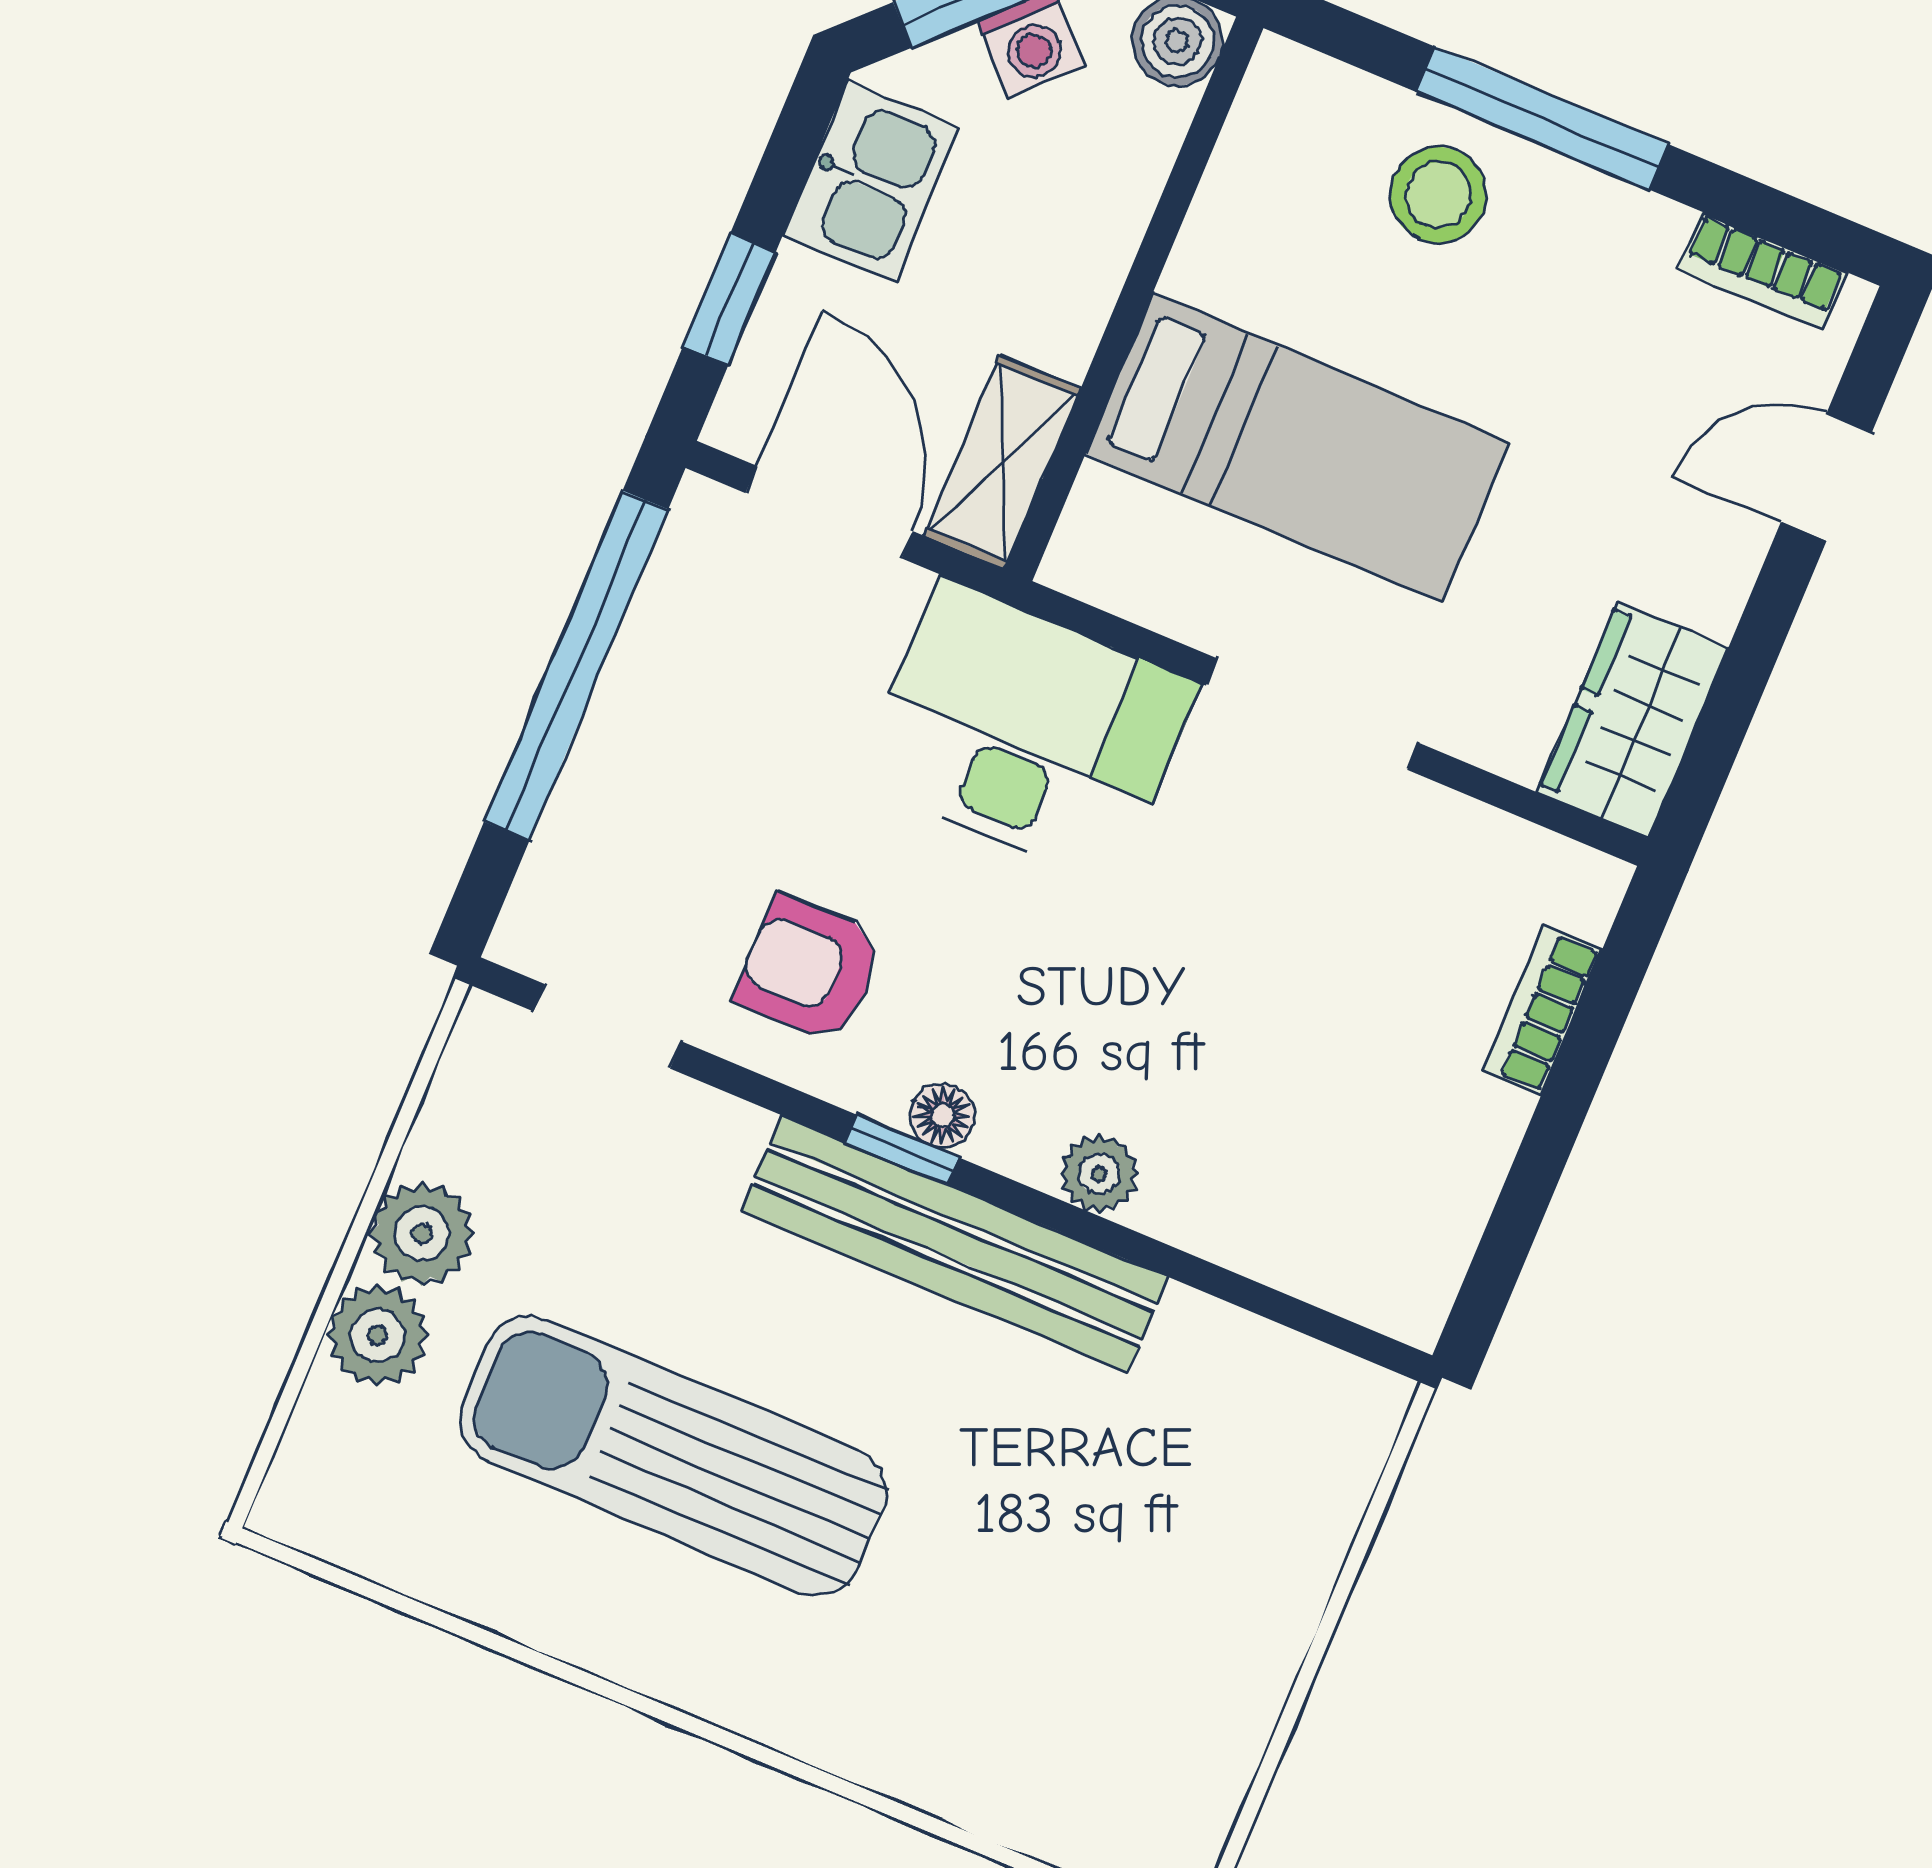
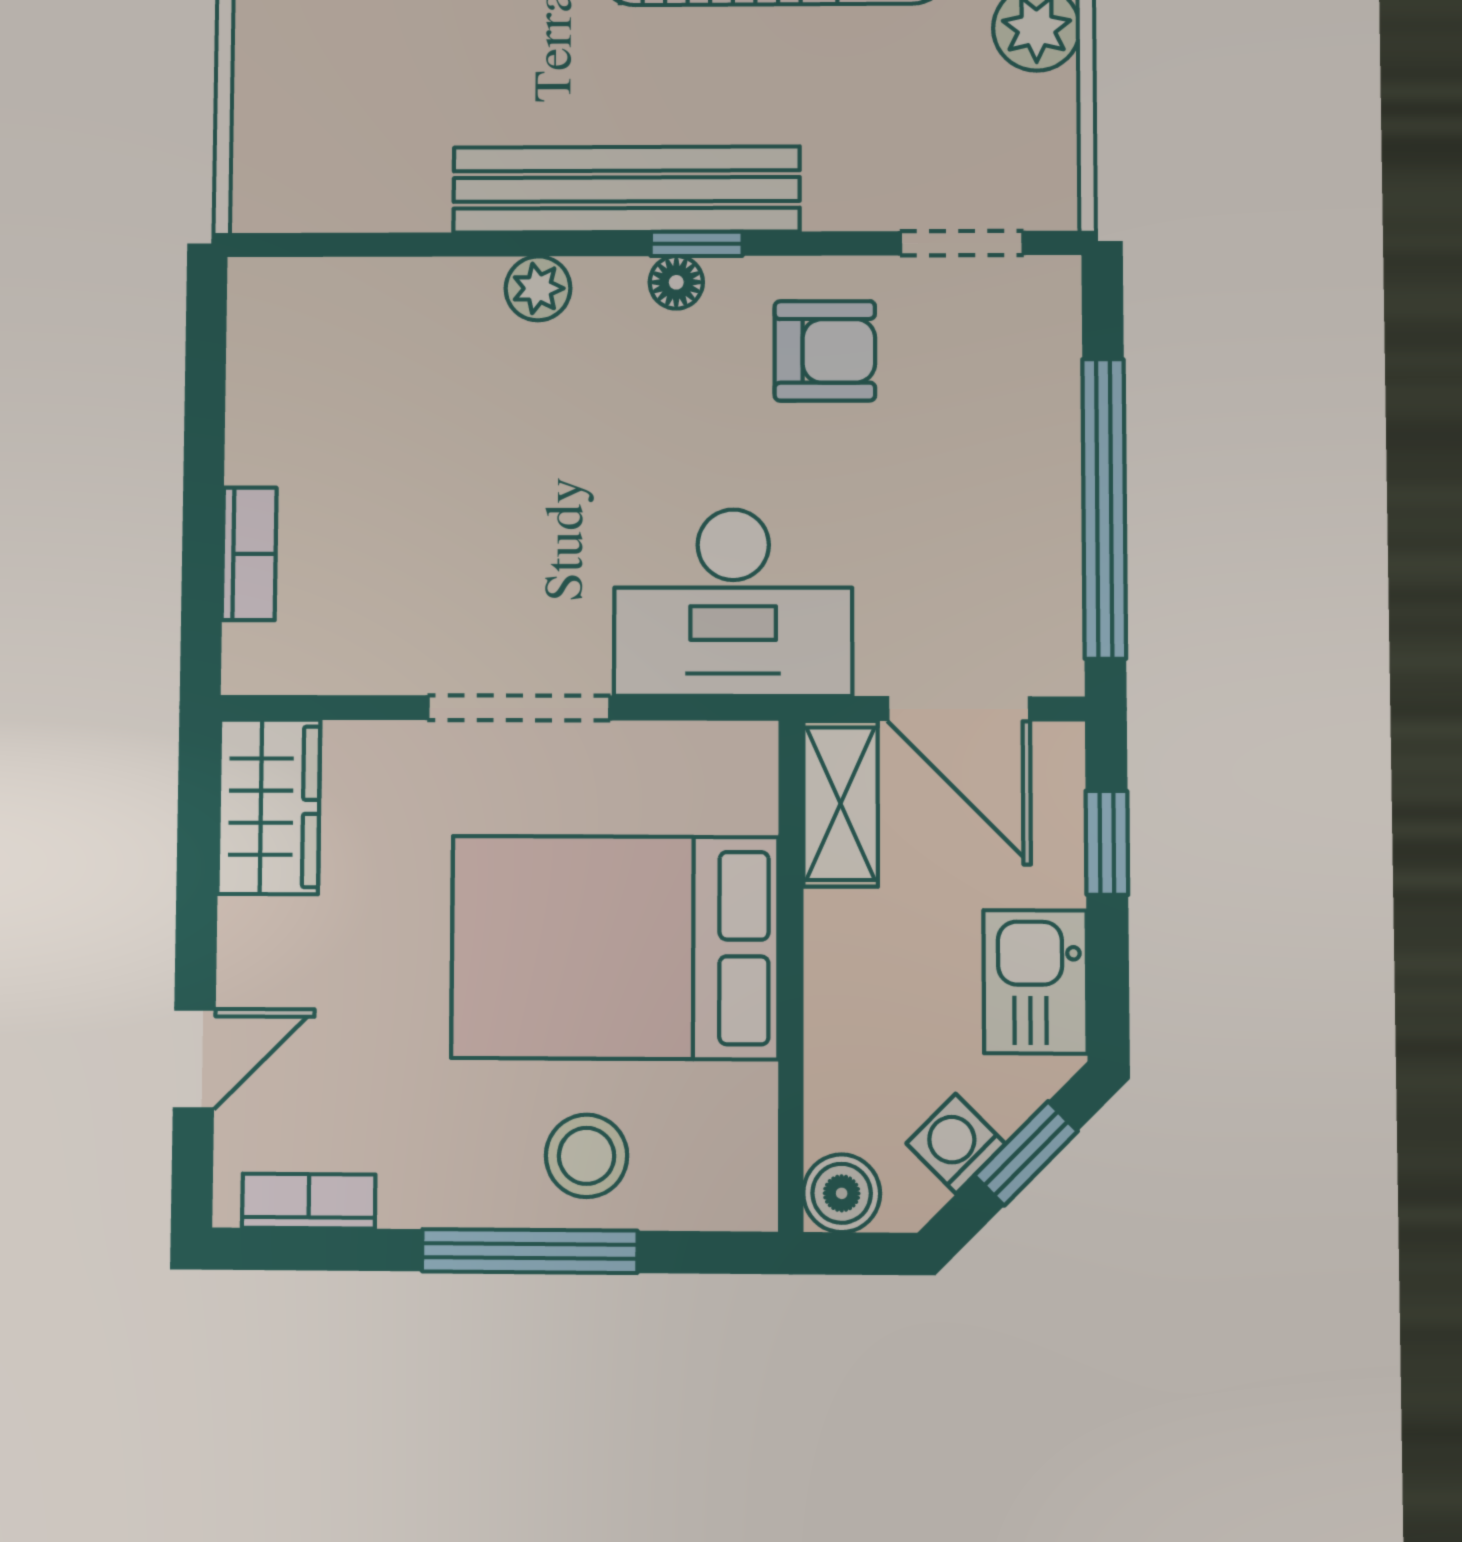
bed: (1298, 448) -> (615, 947), width x1.50

